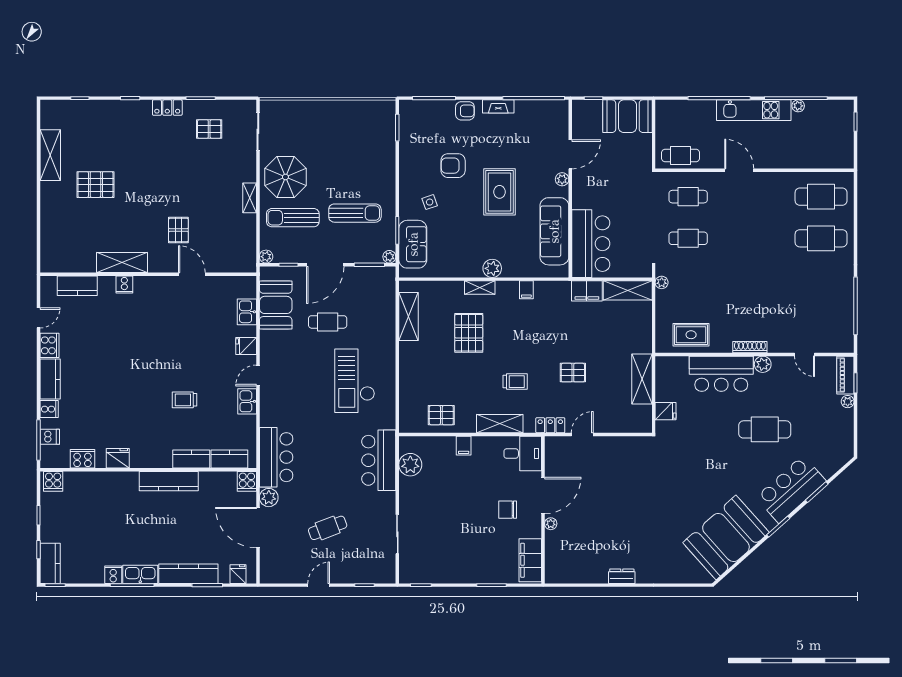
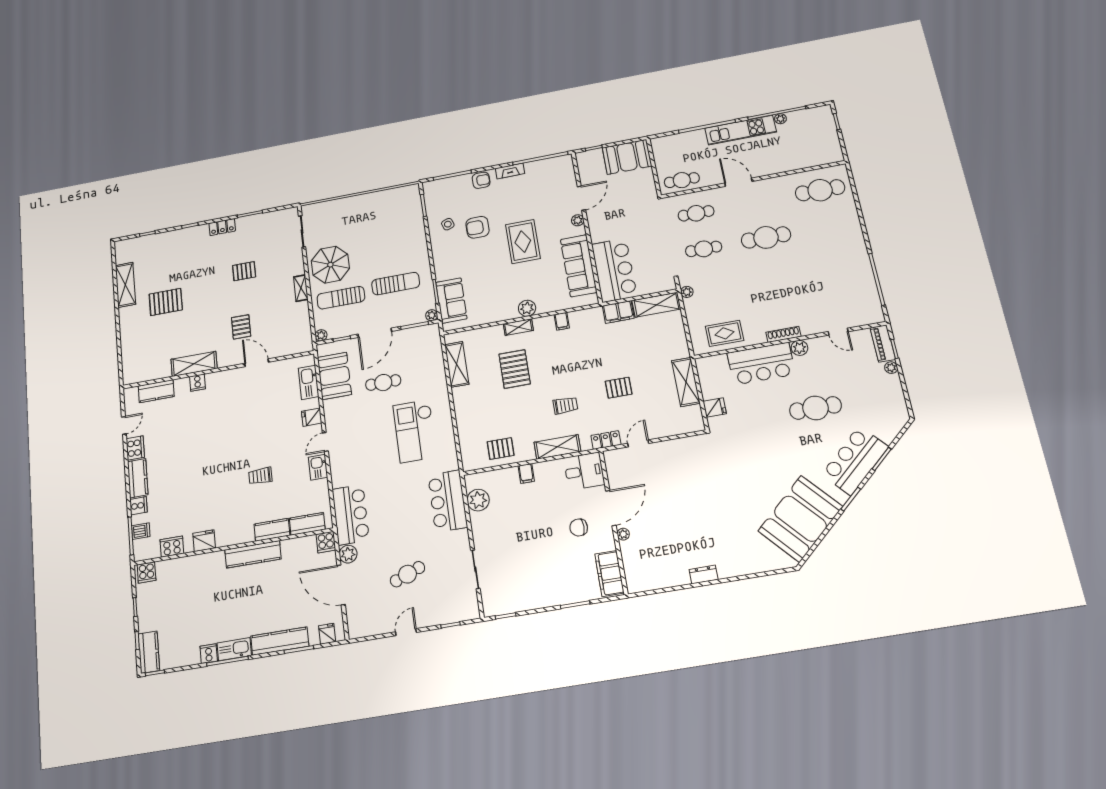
pallet: (209, 129) -> (244, 271), moved
side table: (430, 202) -> (448, 224), moved
cafe table: (821, 238) -> (766, 237), moved
kitchen sink: (247, 312) -> (309, 382), width x1.38

